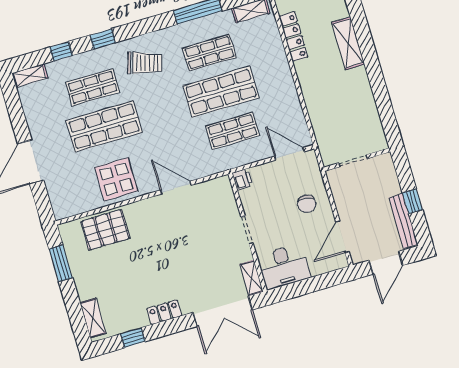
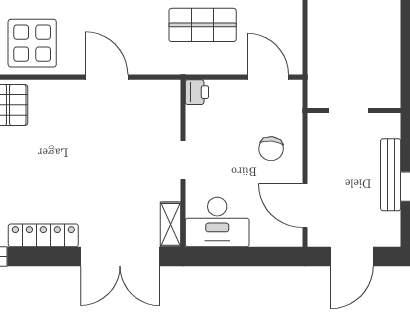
bench: (403, 221) -> (391, 175), moved
door: (342, 237) -> (305, 206), hinge flipped
locker: (164, 312) -> (43, 235), width x1.53

